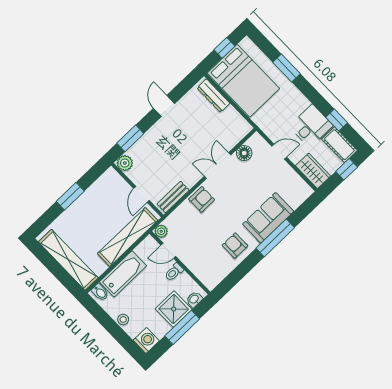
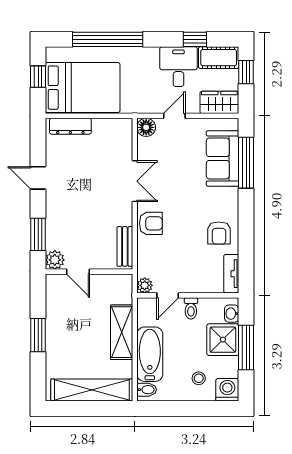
window: (287, 68) -> (108, 39), width x2.11
floor lamp: (244, 153) -> (146, 127), moved
double door: (218, 166) -> (135, 181), swing flipped
door: (141, 194) -> (78, 272), moved
armchair: (202, 199) -> (151, 223), turned 90
sofa: (268, 218) -> (223, 158), moved
shelving: (128, 237) -> (122, 332), width x0.68
window: (275, 238) -> (246, 163), moved
armchair: (235, 246) -> (219, 233), turned -90
tv unit: (218, 276) -> (231, 274), added
stool: (123, 319) -> (199, 378), moved

